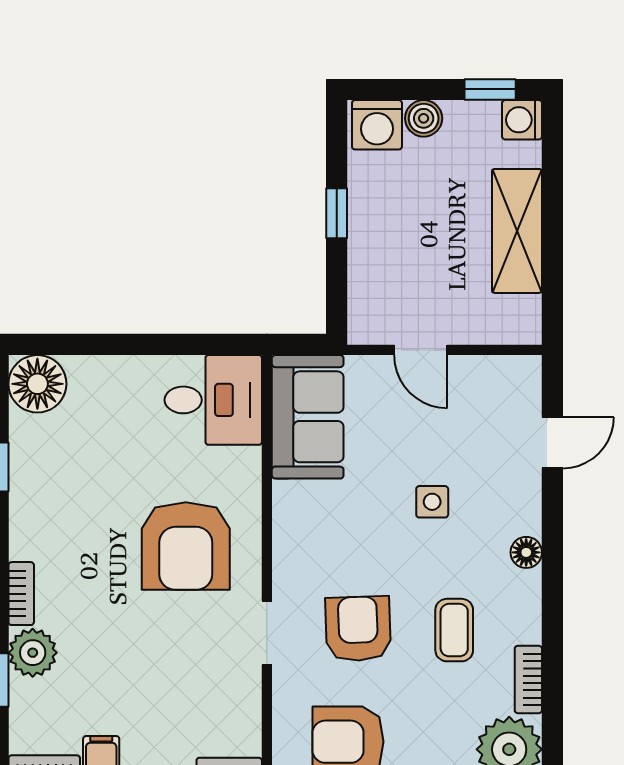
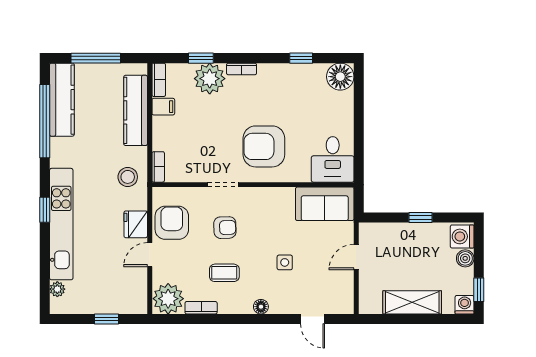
armchair: (358, 629) -> (225, 228), width x0.72, depth x0.72
plant: (33, 653) -> (210, 79), width x1.36, depth x1.36

